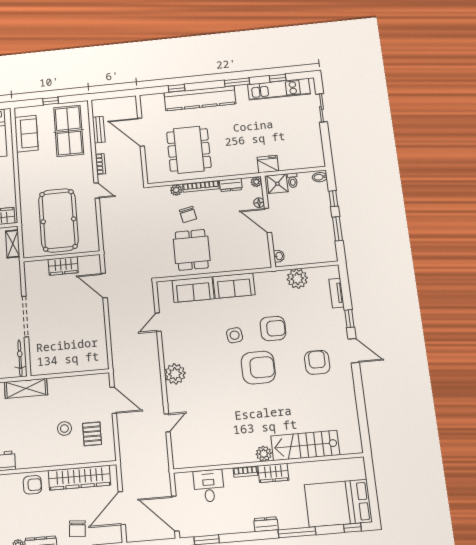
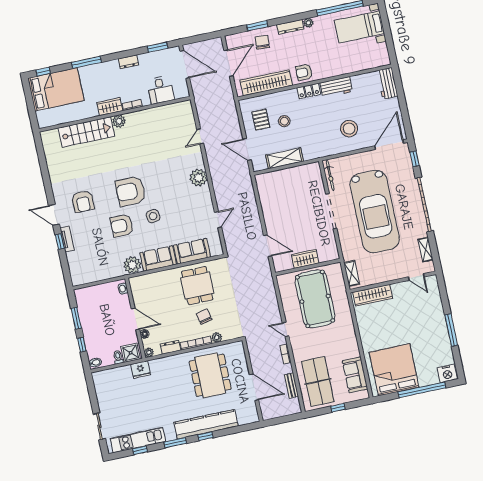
window: (177, 88) -> (205, 436), moved
plant: (297, 279) -> (132, 265), moved
tv unit: (337, 293) -> (67, 239), moved
shelving: (26, 388) -> (285, 158), moved
locker: (30, 461) -> (309, 91), added
dresser: (266, 524) -> (128, 62), moved

